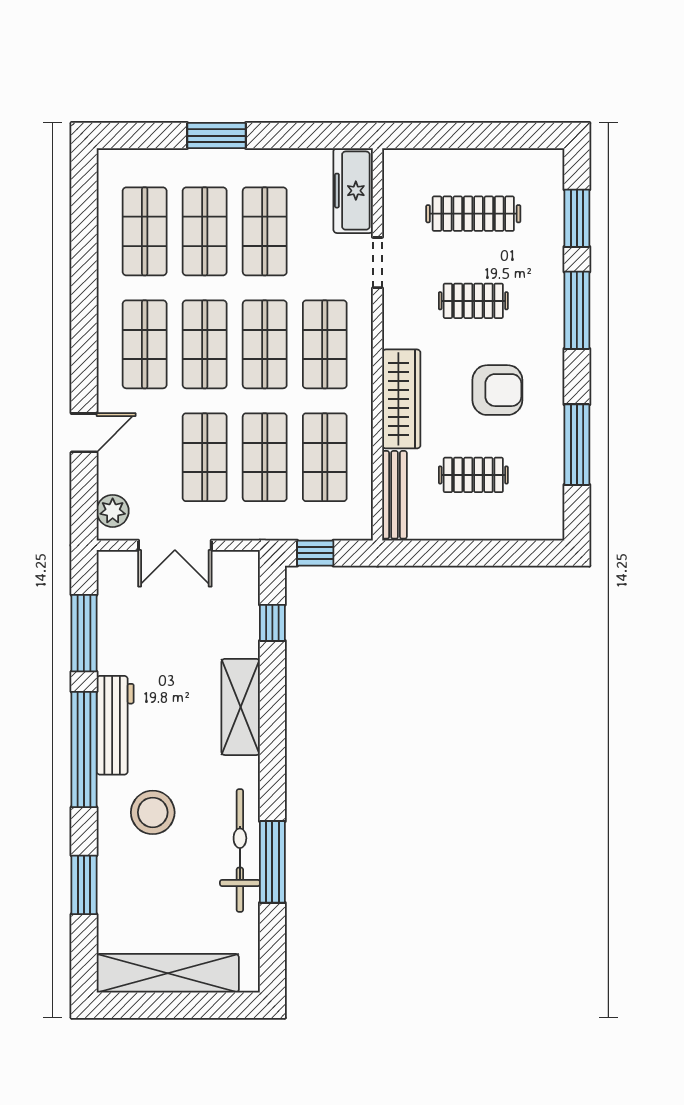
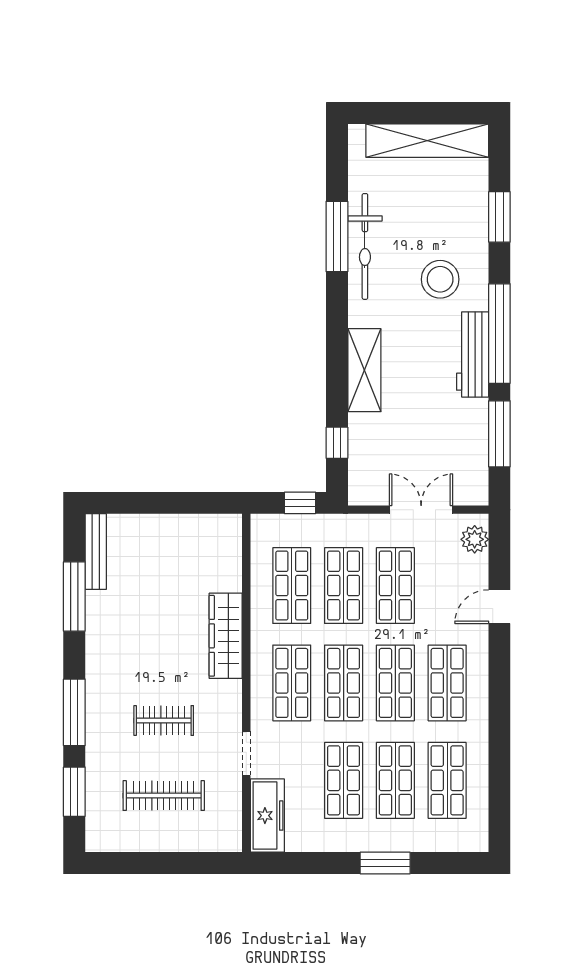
armchair: (497, 390) -> (143, 644), removed
clothes rail: (473, 475) -> (164, 570), removed
bench: (395, 495) -> (96, 552), moved

